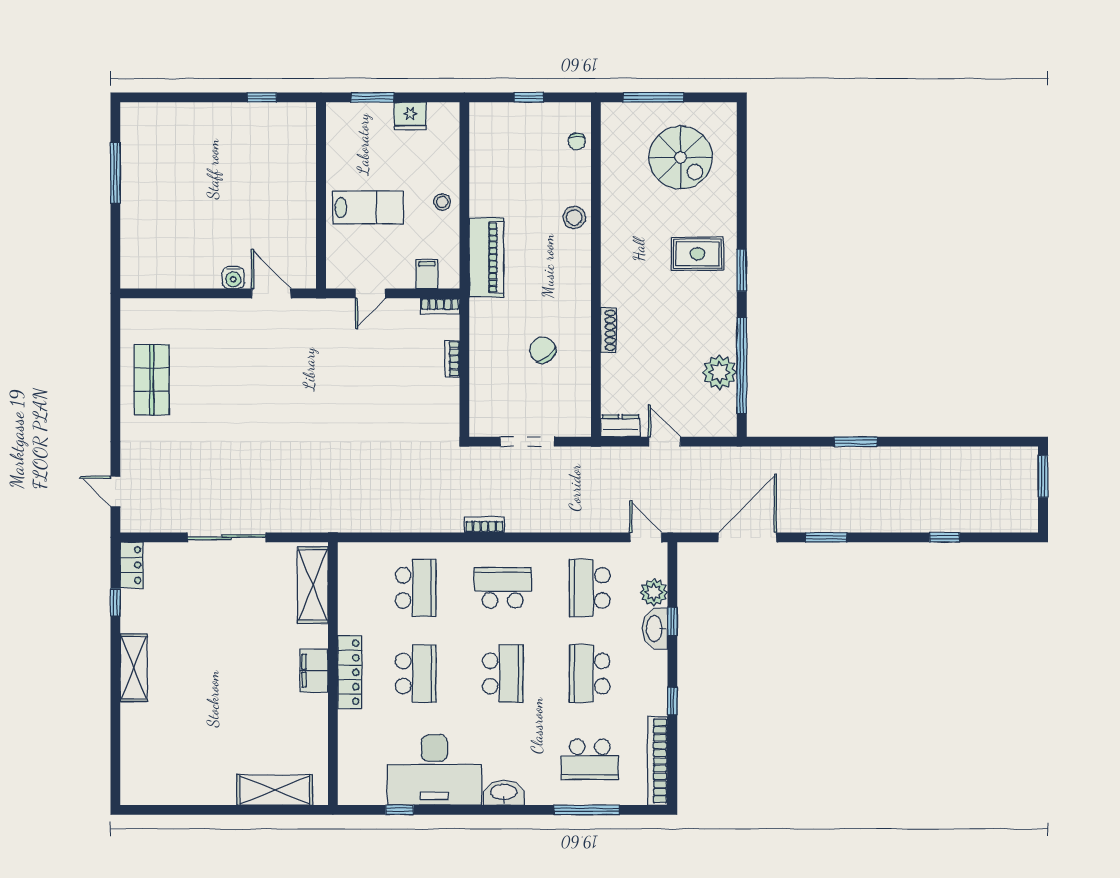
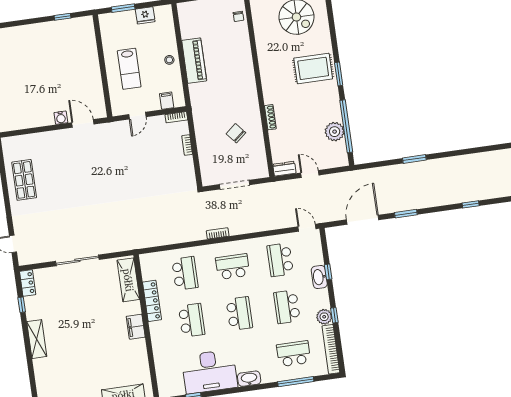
lab bench: (368, 207) -> (129, 69), turned 90
stool: (574, 217) -> (243, 58), removed
rug: (697, 254) -> (313, 68), width x1.36, depth x1.43
piano: (486, 257) -> (194, 61), moved
plant: (654, 592) -> (324, 317), moved
locker: (350, 672) -> (152, 301), moved
school desk: (590, 759) -> (294, 354), turned 180

